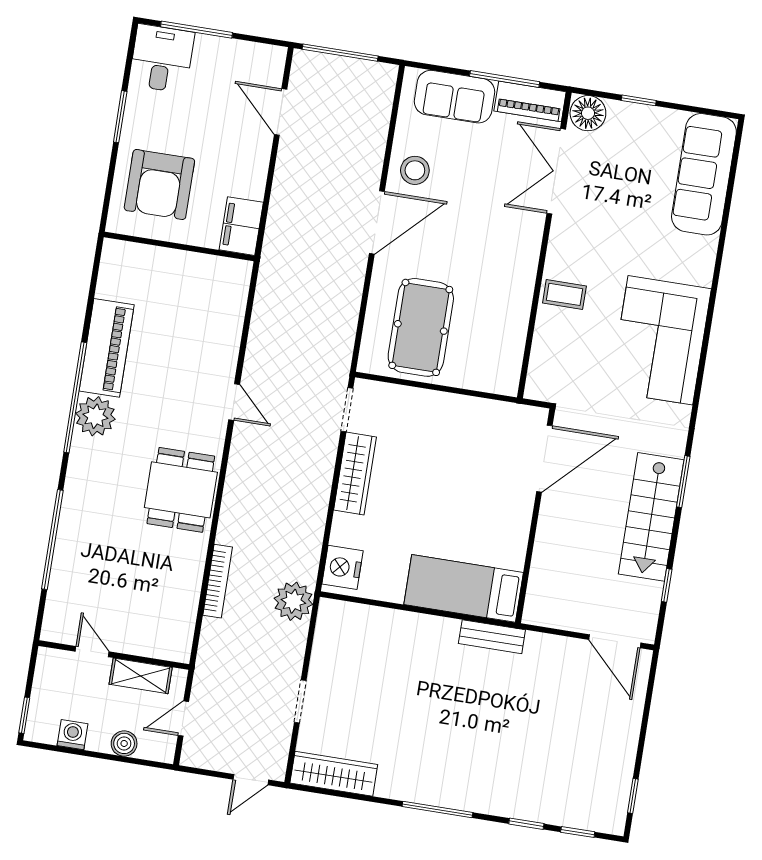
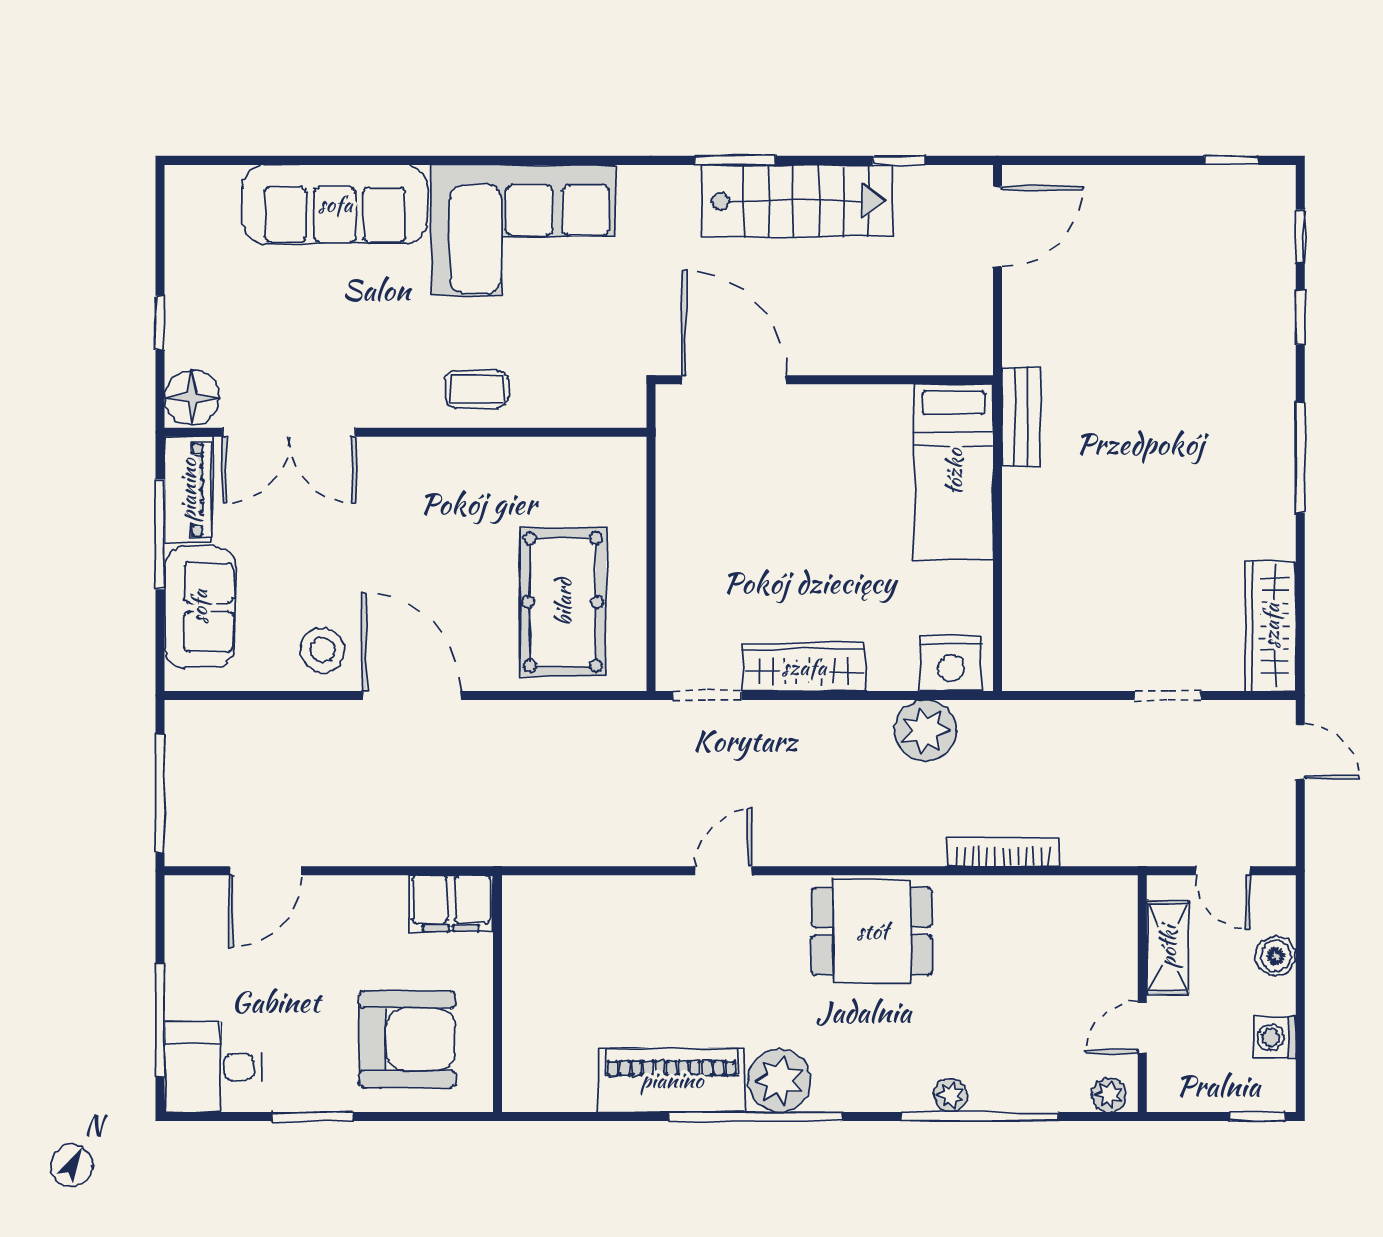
sofa: (704, 174) -> (335, 204), moved
coffee table: (564, 294) -> (477, 389), turned 90
pool table: (421, 327) -> (563, 602), turned 90
plant: (69, 523) -> (951, 1095), added
plant: (293, 601) -> (925, 730), moved
plant: (53, 624) -> (1109, 1095), added

